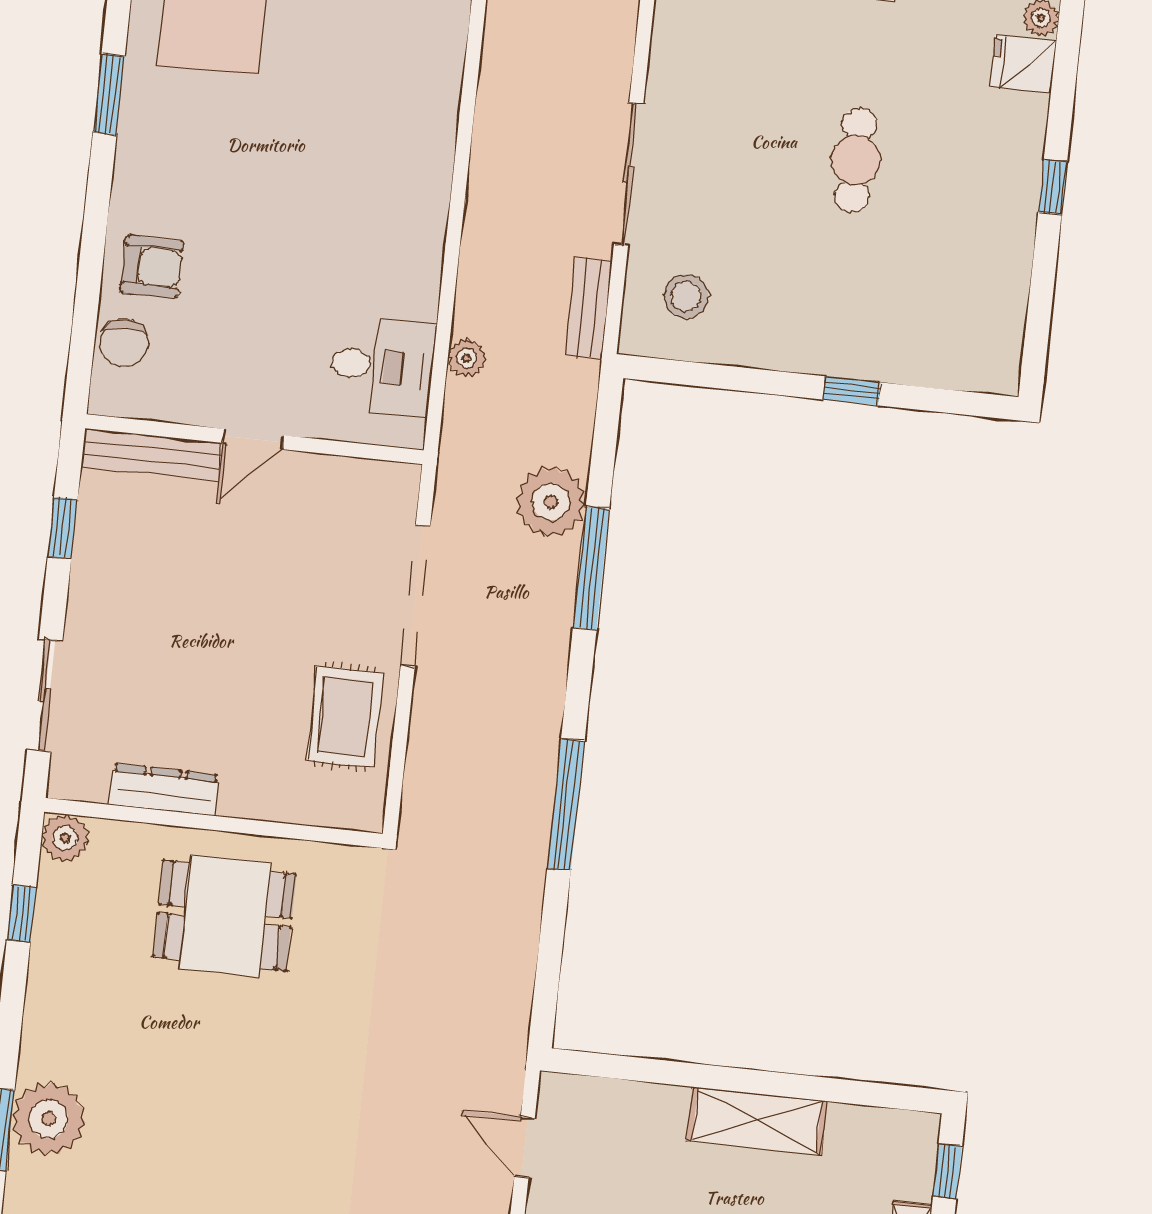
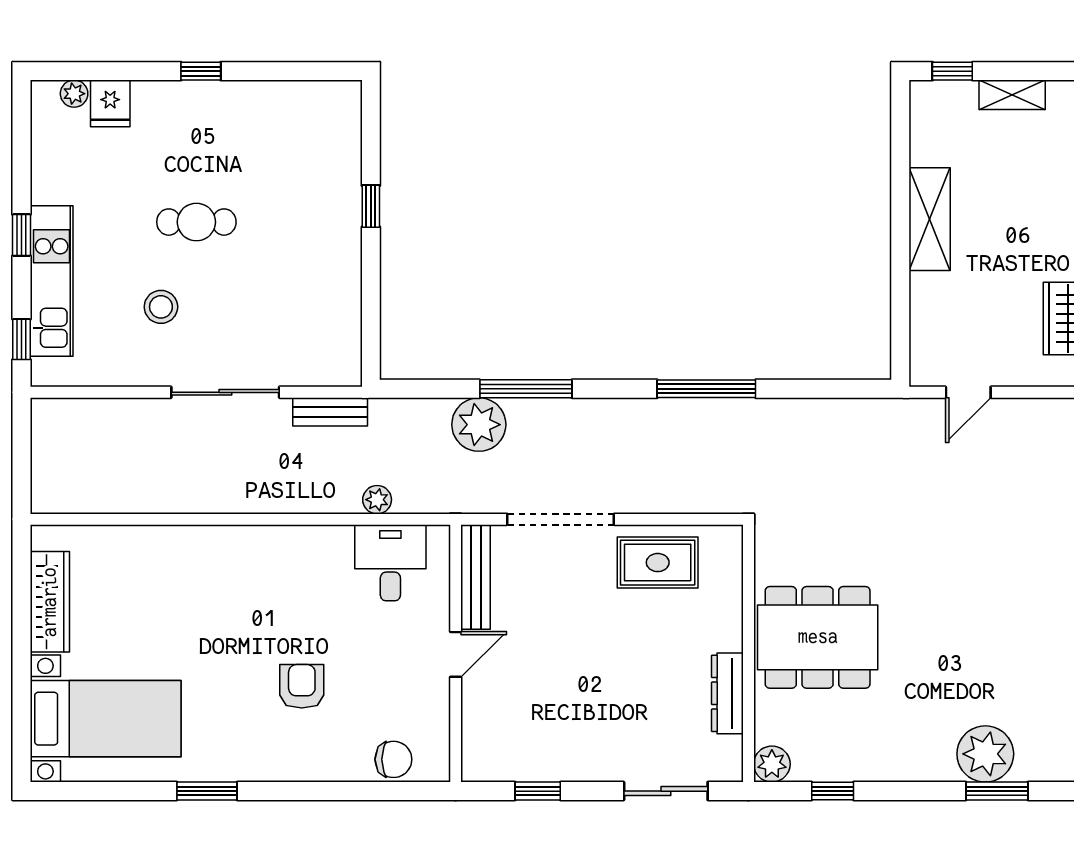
armchair: (152, 267) -> (302, 686), moved
stool: (686, 296) -> (161, 307), moved
door: (253, 439) -> (456, 654), hinge flipped
bench: (151, 455) -> (476, 577), moved
dining table: (225, 916) -> (818, 637), width x1.38

